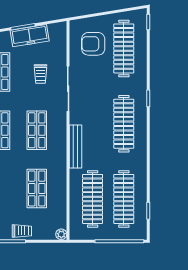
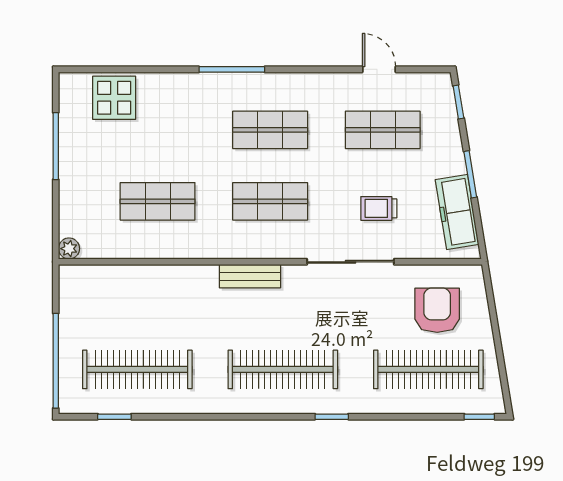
freezer: (30, 36) -> (457, 212), moved
bench: (76, 146) -> (250, 276), width x0.73
clothes rail: (93, 199) -> (137, 309), removed
trolley: (22, 231) -> (76, 172), removed

